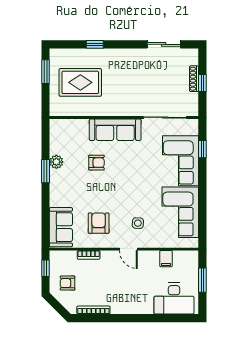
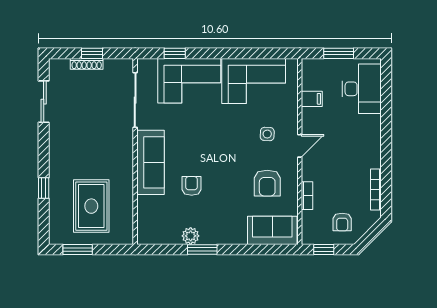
armchair: (99, 223) -> (267, 183), turned -90

